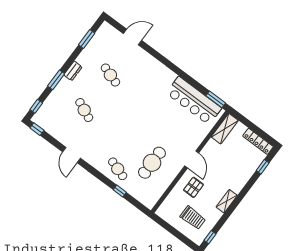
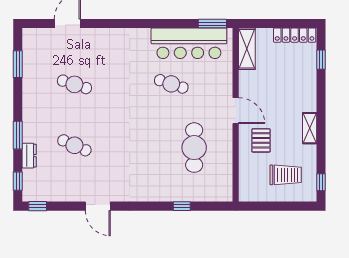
dresser: (73, 71) -> (29, 156), moved
cafe table: (118, 169) -> (171, 84), moved

